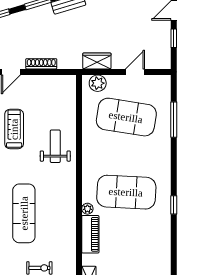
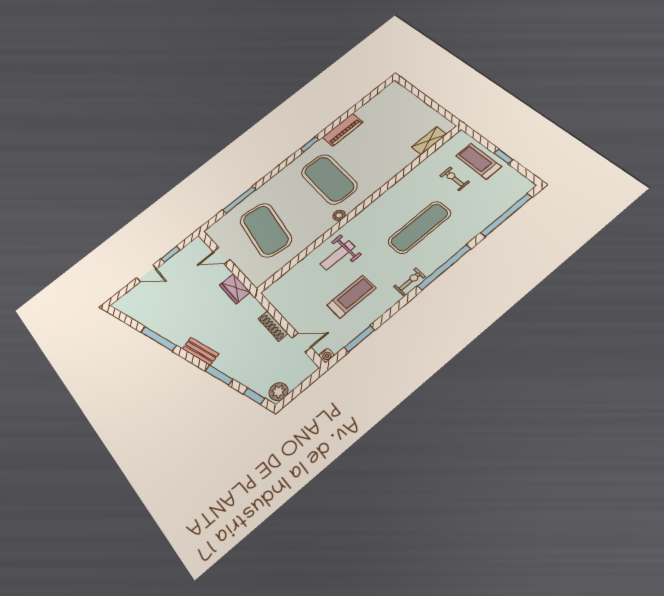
plant: (98, 83) -> (254, 272), removed
treadmill: (14, 129) -> (352, 297), turned 180
plant: (87, 209) -> (339, 215), moved
piano: (90, 234) -> (343, 130), moved, turned 180

